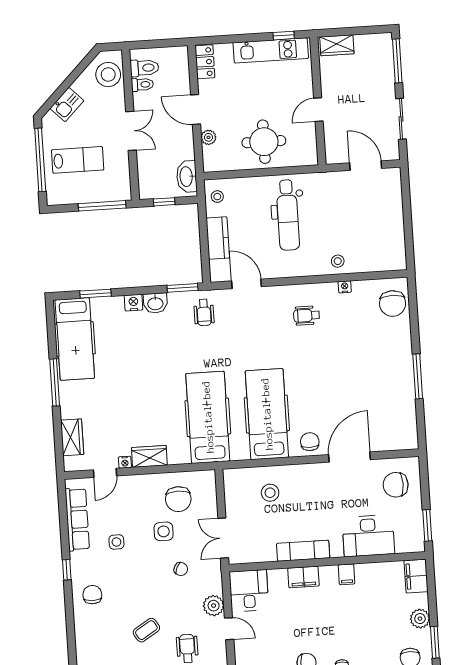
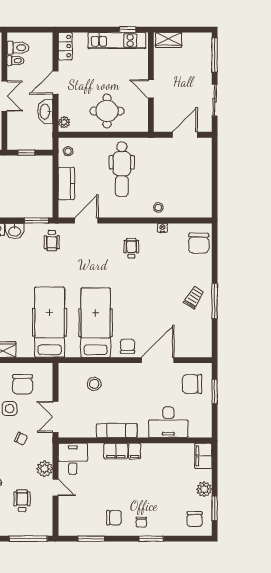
door: (196, 110) -> (55, 83), hinge flipped
door: (318, 110) -> (151, 89), hinge flipped
plant: (208, 137) -> (64, 122), moved
door: (366, 166) -> (185, 135), hinge flipped
washbasin: (187, 177) -> (45, 111), moved
door: (247, 284) -> (86, 220), hinge flipped
wheelchair: (307, 316) -> (131, 248), turned 90
trolley: (391, 373) -> (194, 297), added
window: (427, 525) -> (215, 392), moved
filing cabinet: (347, 574) -> (135, 451), moved

